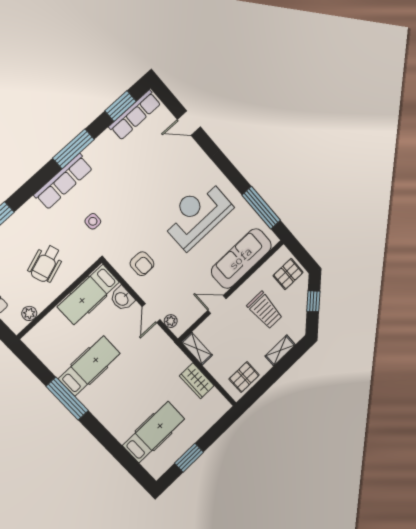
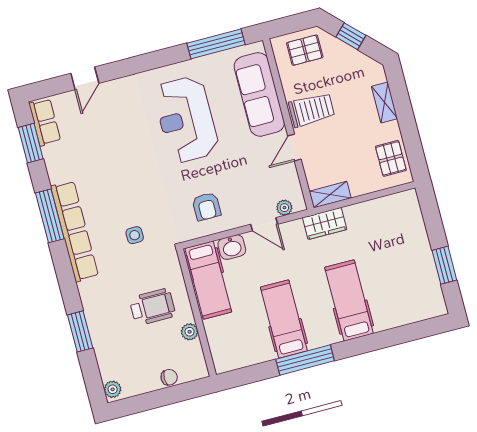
row of seats: (135, 115) -> (45, 122), width x0.68
row of seats: (63, 182) -> (75, 231), width x1.36
wheelchair: (46, 264) -> (153, 307), turned -71
armchair: (142, 264) -> (206, 206), turned 90
pallet: (288, 274) -> (305, 50), turned 90
trolley: (265, 310) -> (312, 110), moved
plant: (29, 313) -> (190, 332), moved
wardrobe: (197, 381) -> (325, 223), moved
hospital bed: (154, 432) -> (349, 300), moved

